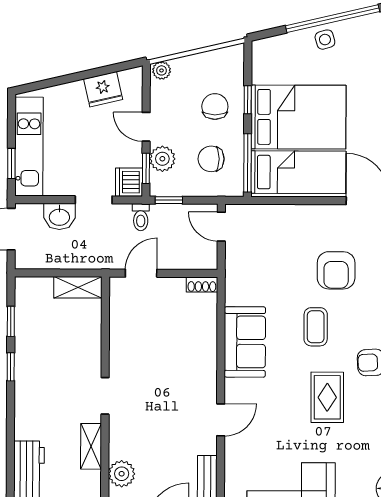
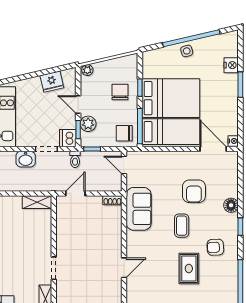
chair: (211, 159) -> (124, 133), moved
sofa: (245, 342) -> (139, 209), moved
door: (221, 420) -> (124, 268), moved

